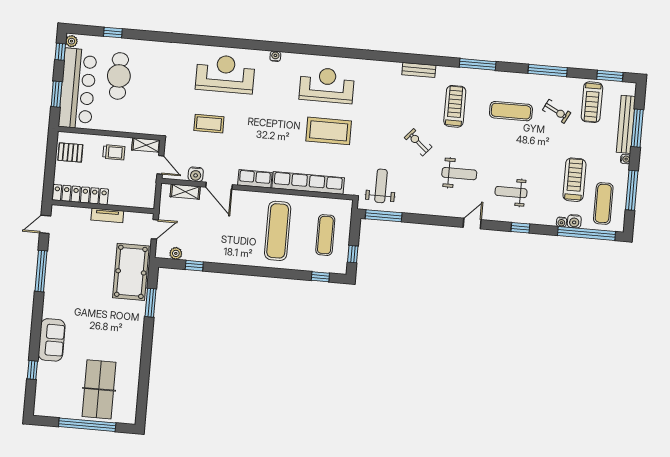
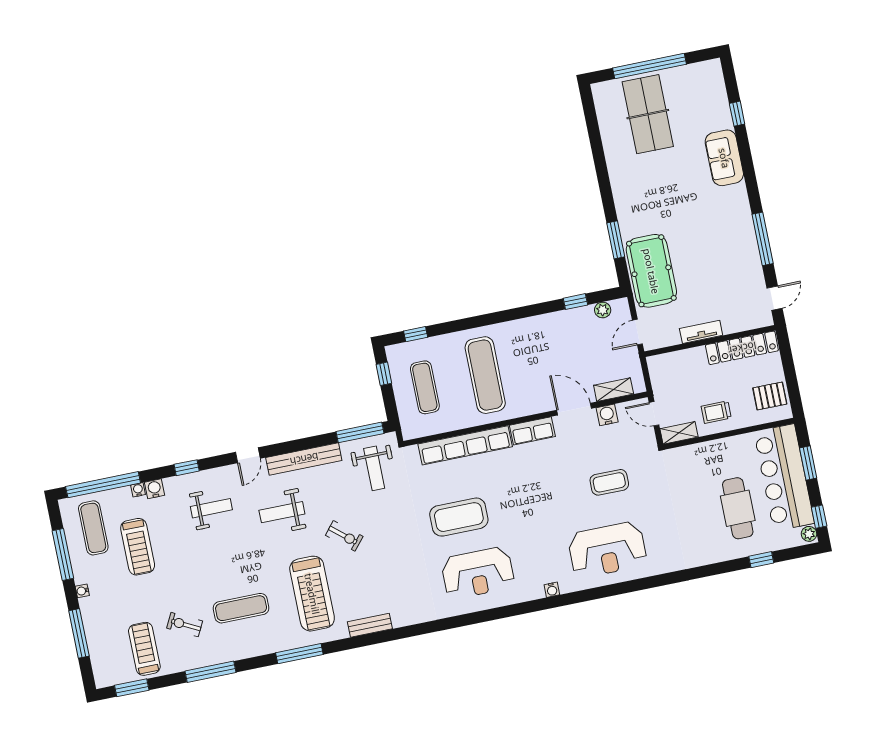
treadmill: (455, 106) -> (312, 594), width x1.37, depth x1.38
bench: (626, 124) -> (304, 459), moved, turned 90
water cooler: (574, 221) -> (154, 489), moved

